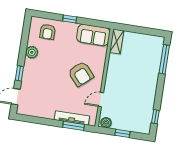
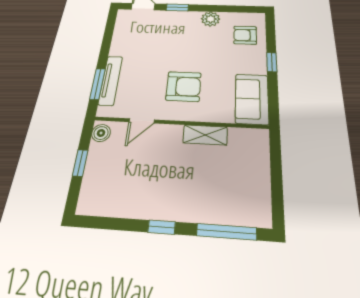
shelving: (117, 41) -> (205, 135), moved
armchair: (81, 74) -> (184, 86), turned -139
door: (101, 99) -> (142, 121), swing flipped
window: (155, 117) -> (162, 227), moved

